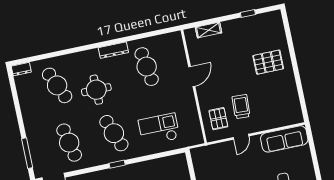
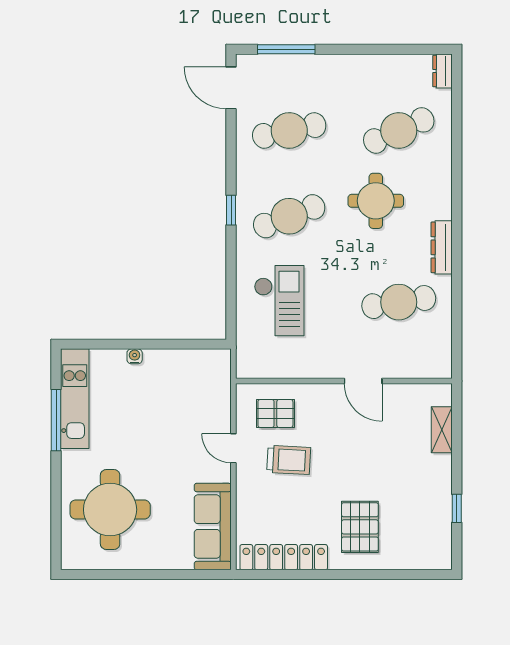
locker: (292, 99) -> (284, 557), added

